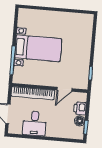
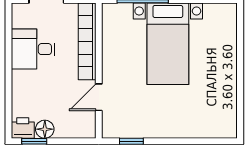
door: (64, 89) -> (99, 97), hinge flipped
printer: (80, 108) -> (23, 128), moved

